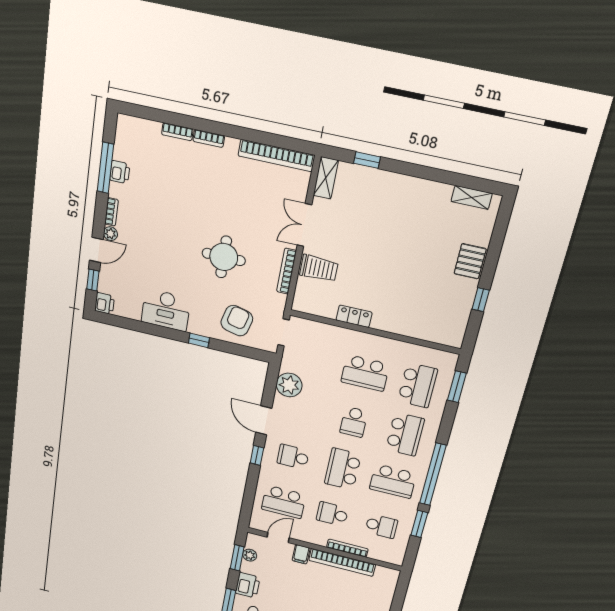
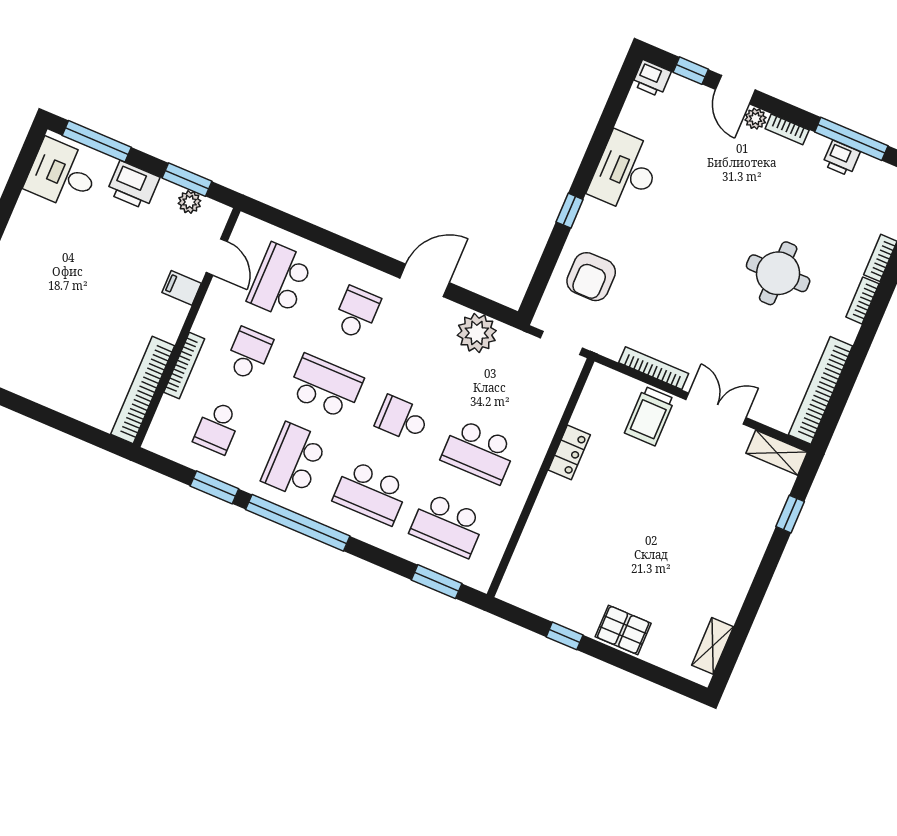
round table: (224, 257) -> (778, 273), moved
armchair: (237, 321) -> (591, 277), turned 76
school desk: (365, 373) -> (479, 451), turned -90
window: (257, 455) -> (367, 256), removed
bookcase: (342, 562) -> (143, 390), moved

